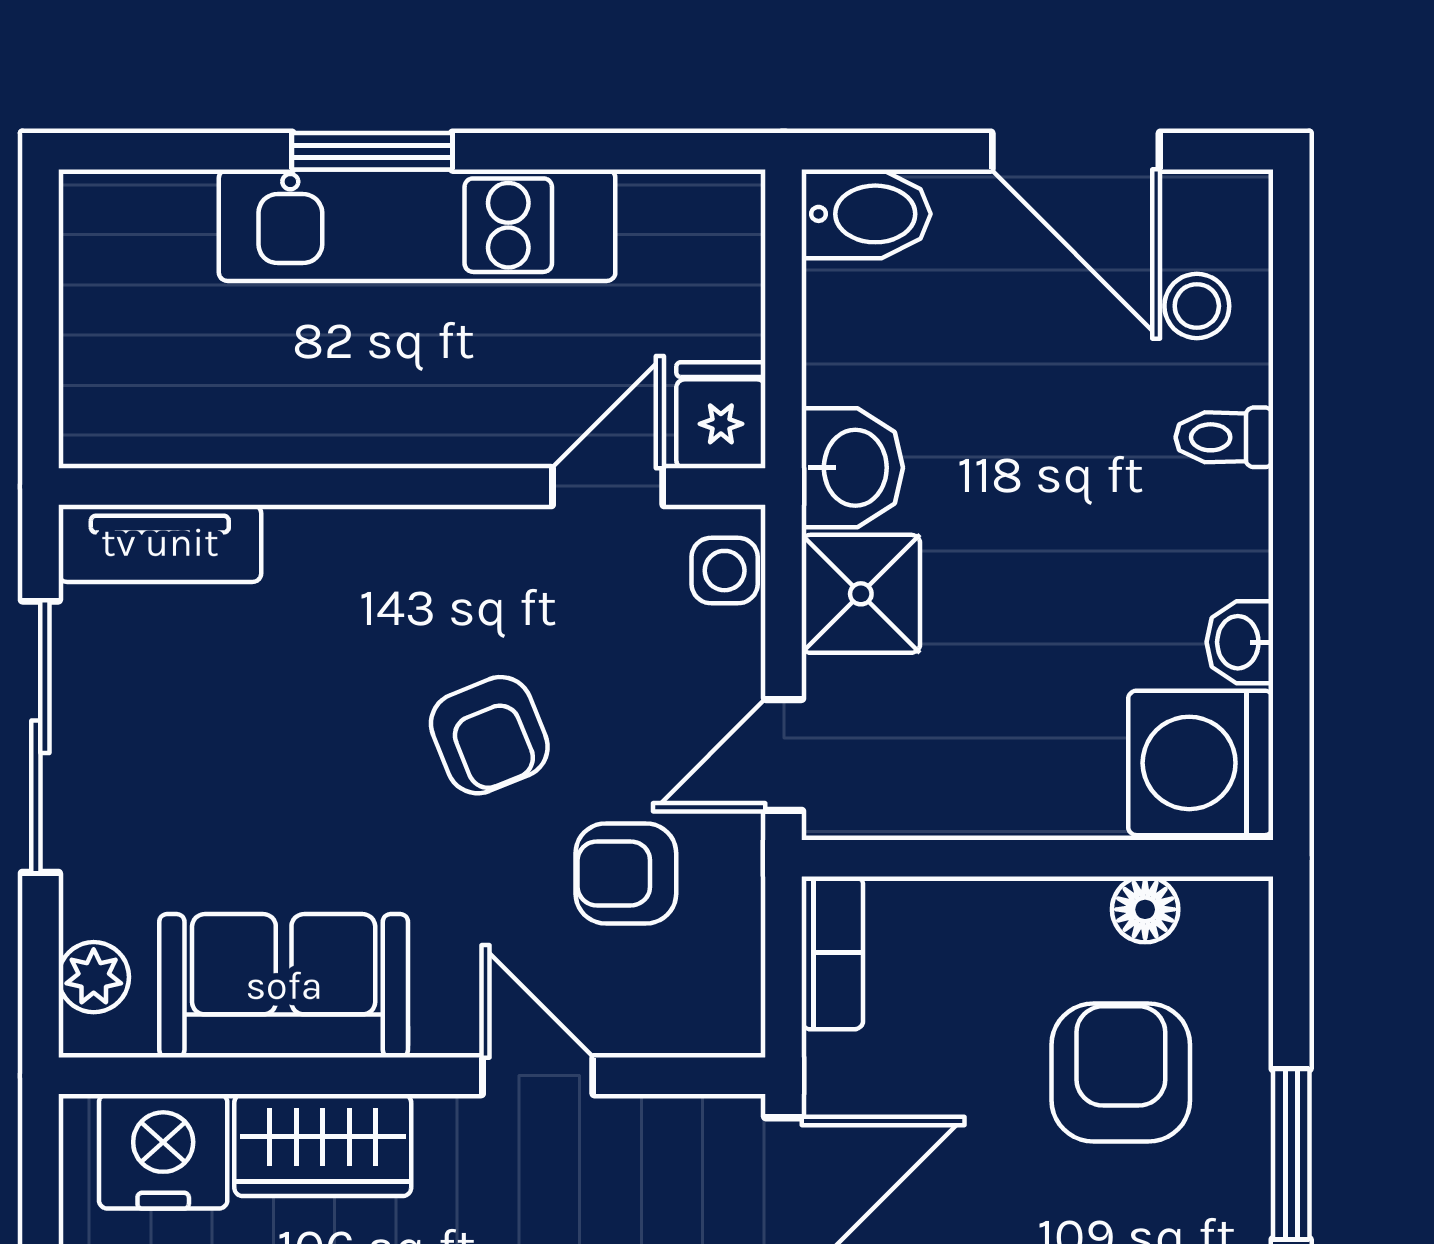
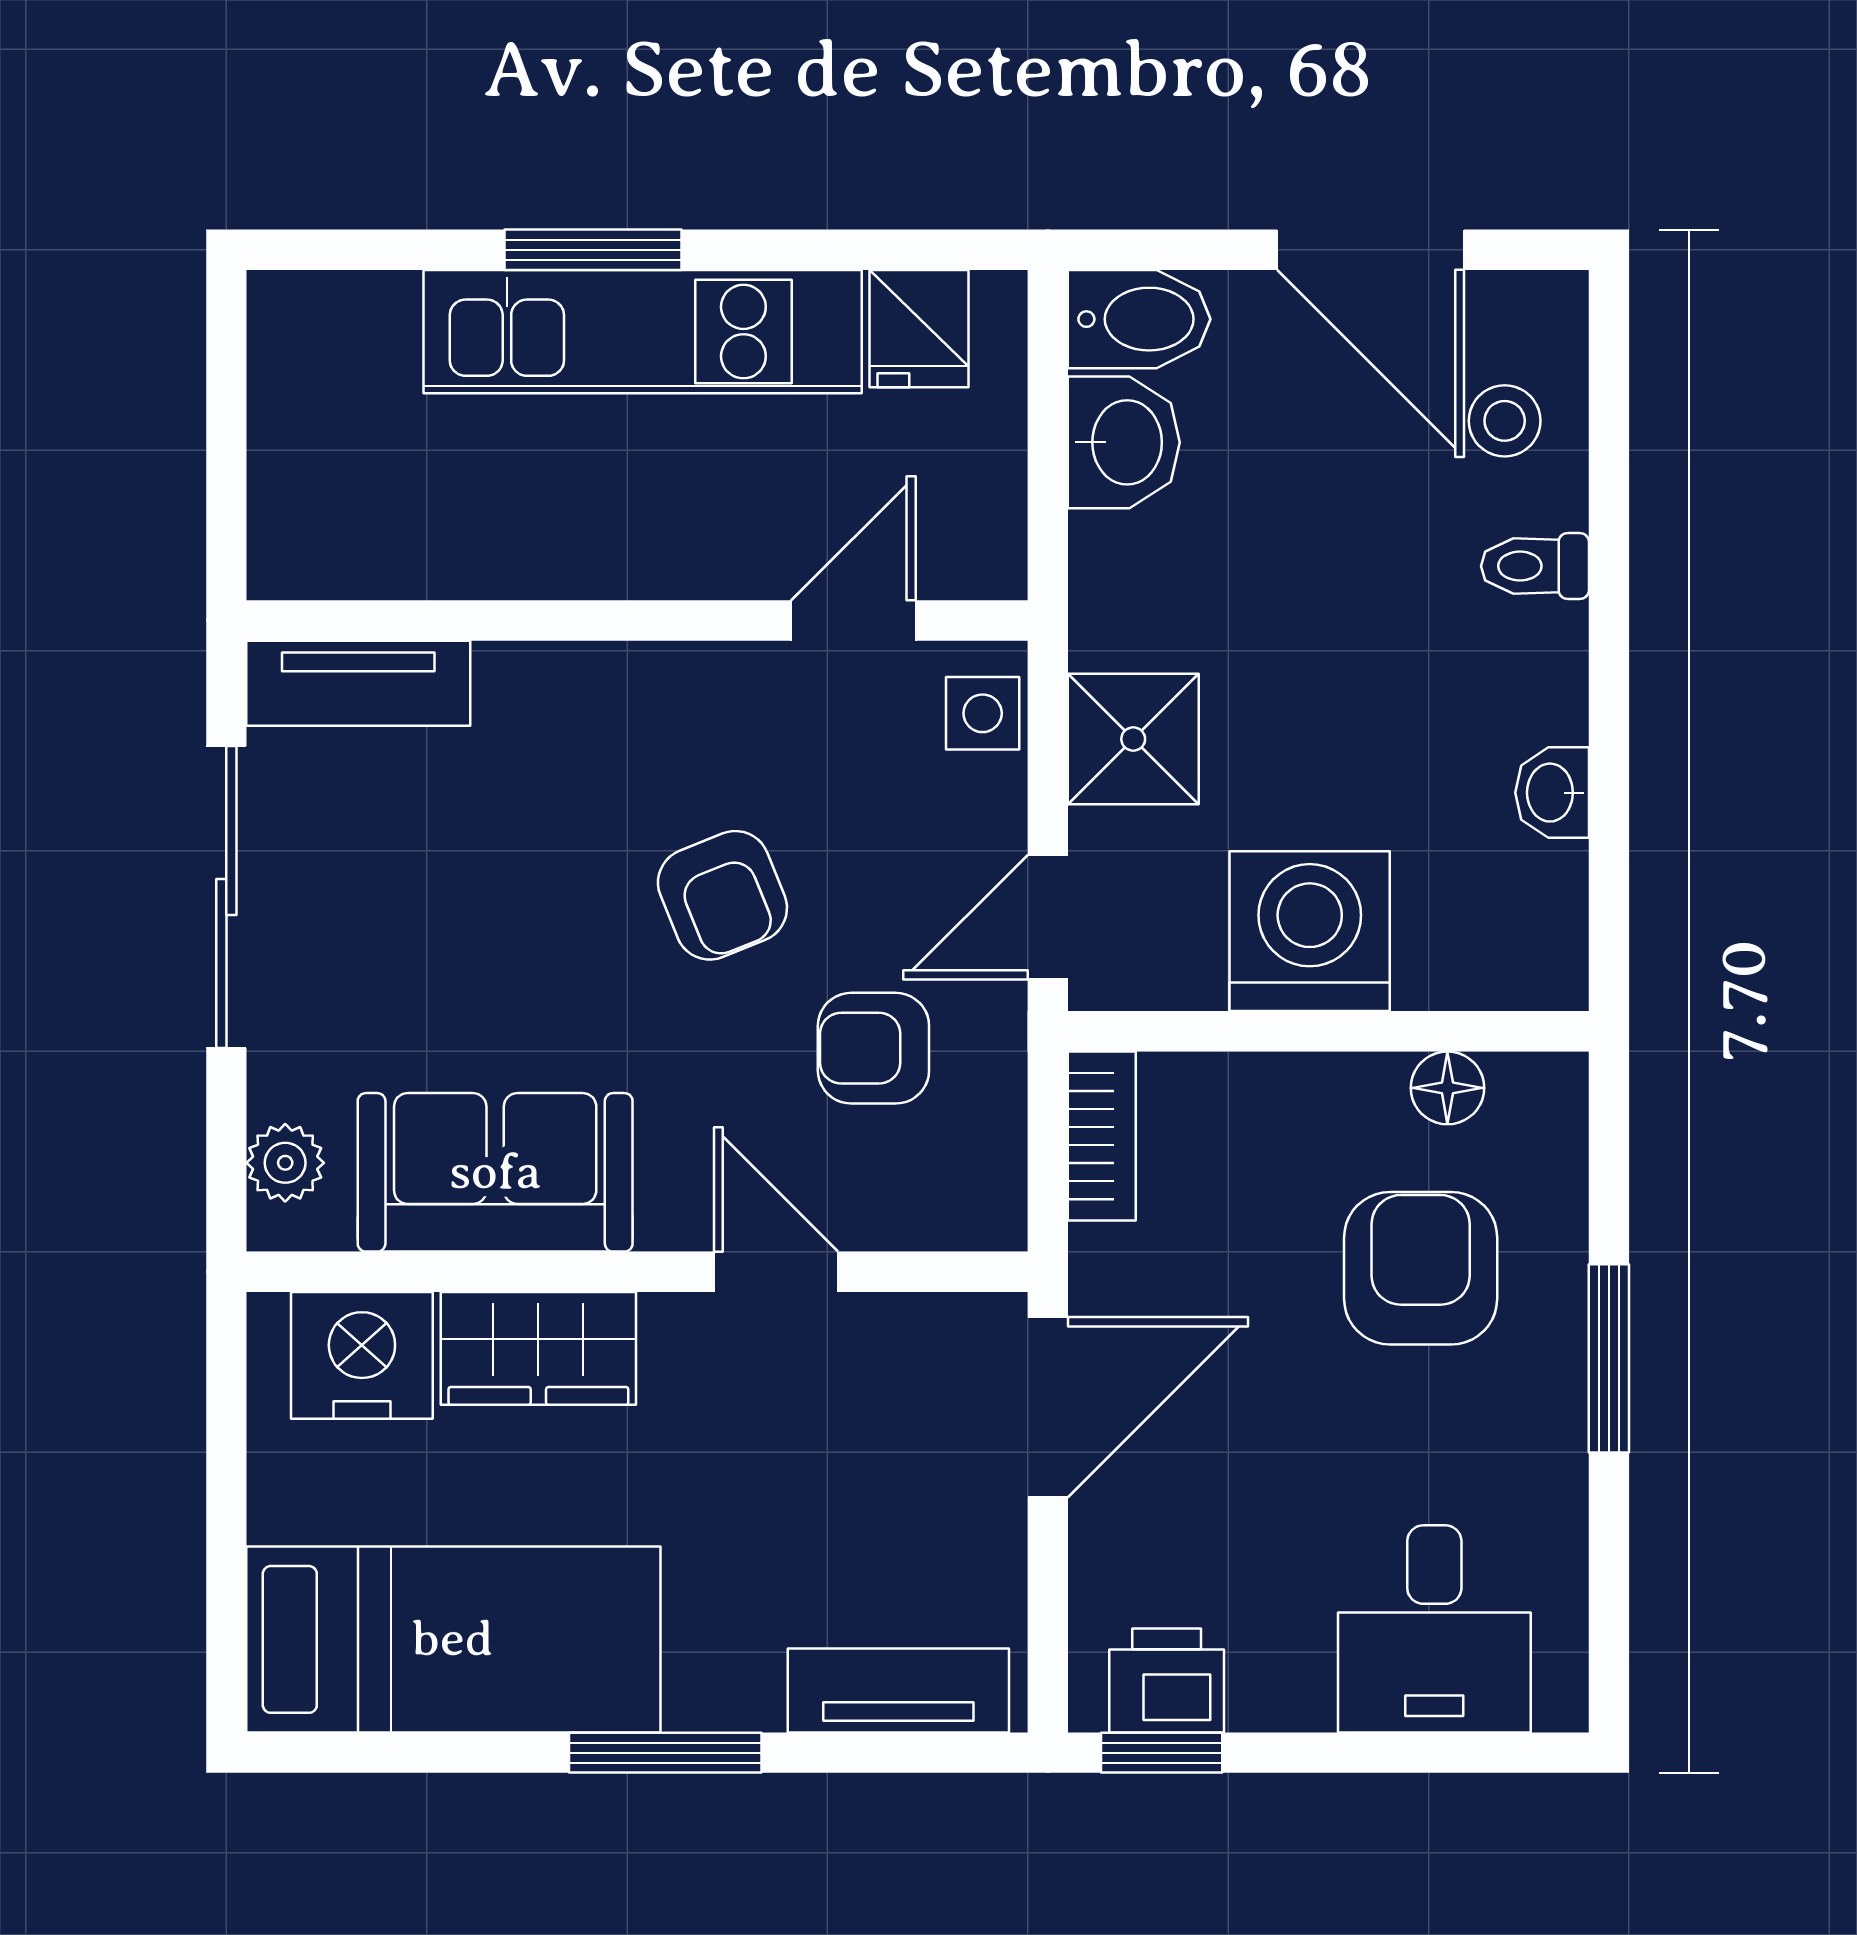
fridge: (721, 415) -> (919, 329), moved, turned 180
washbasin: (852, 468) -> (1124, 442), moved
washing machine: (1201, 763) -> (1310, 931), moved, turned 90

